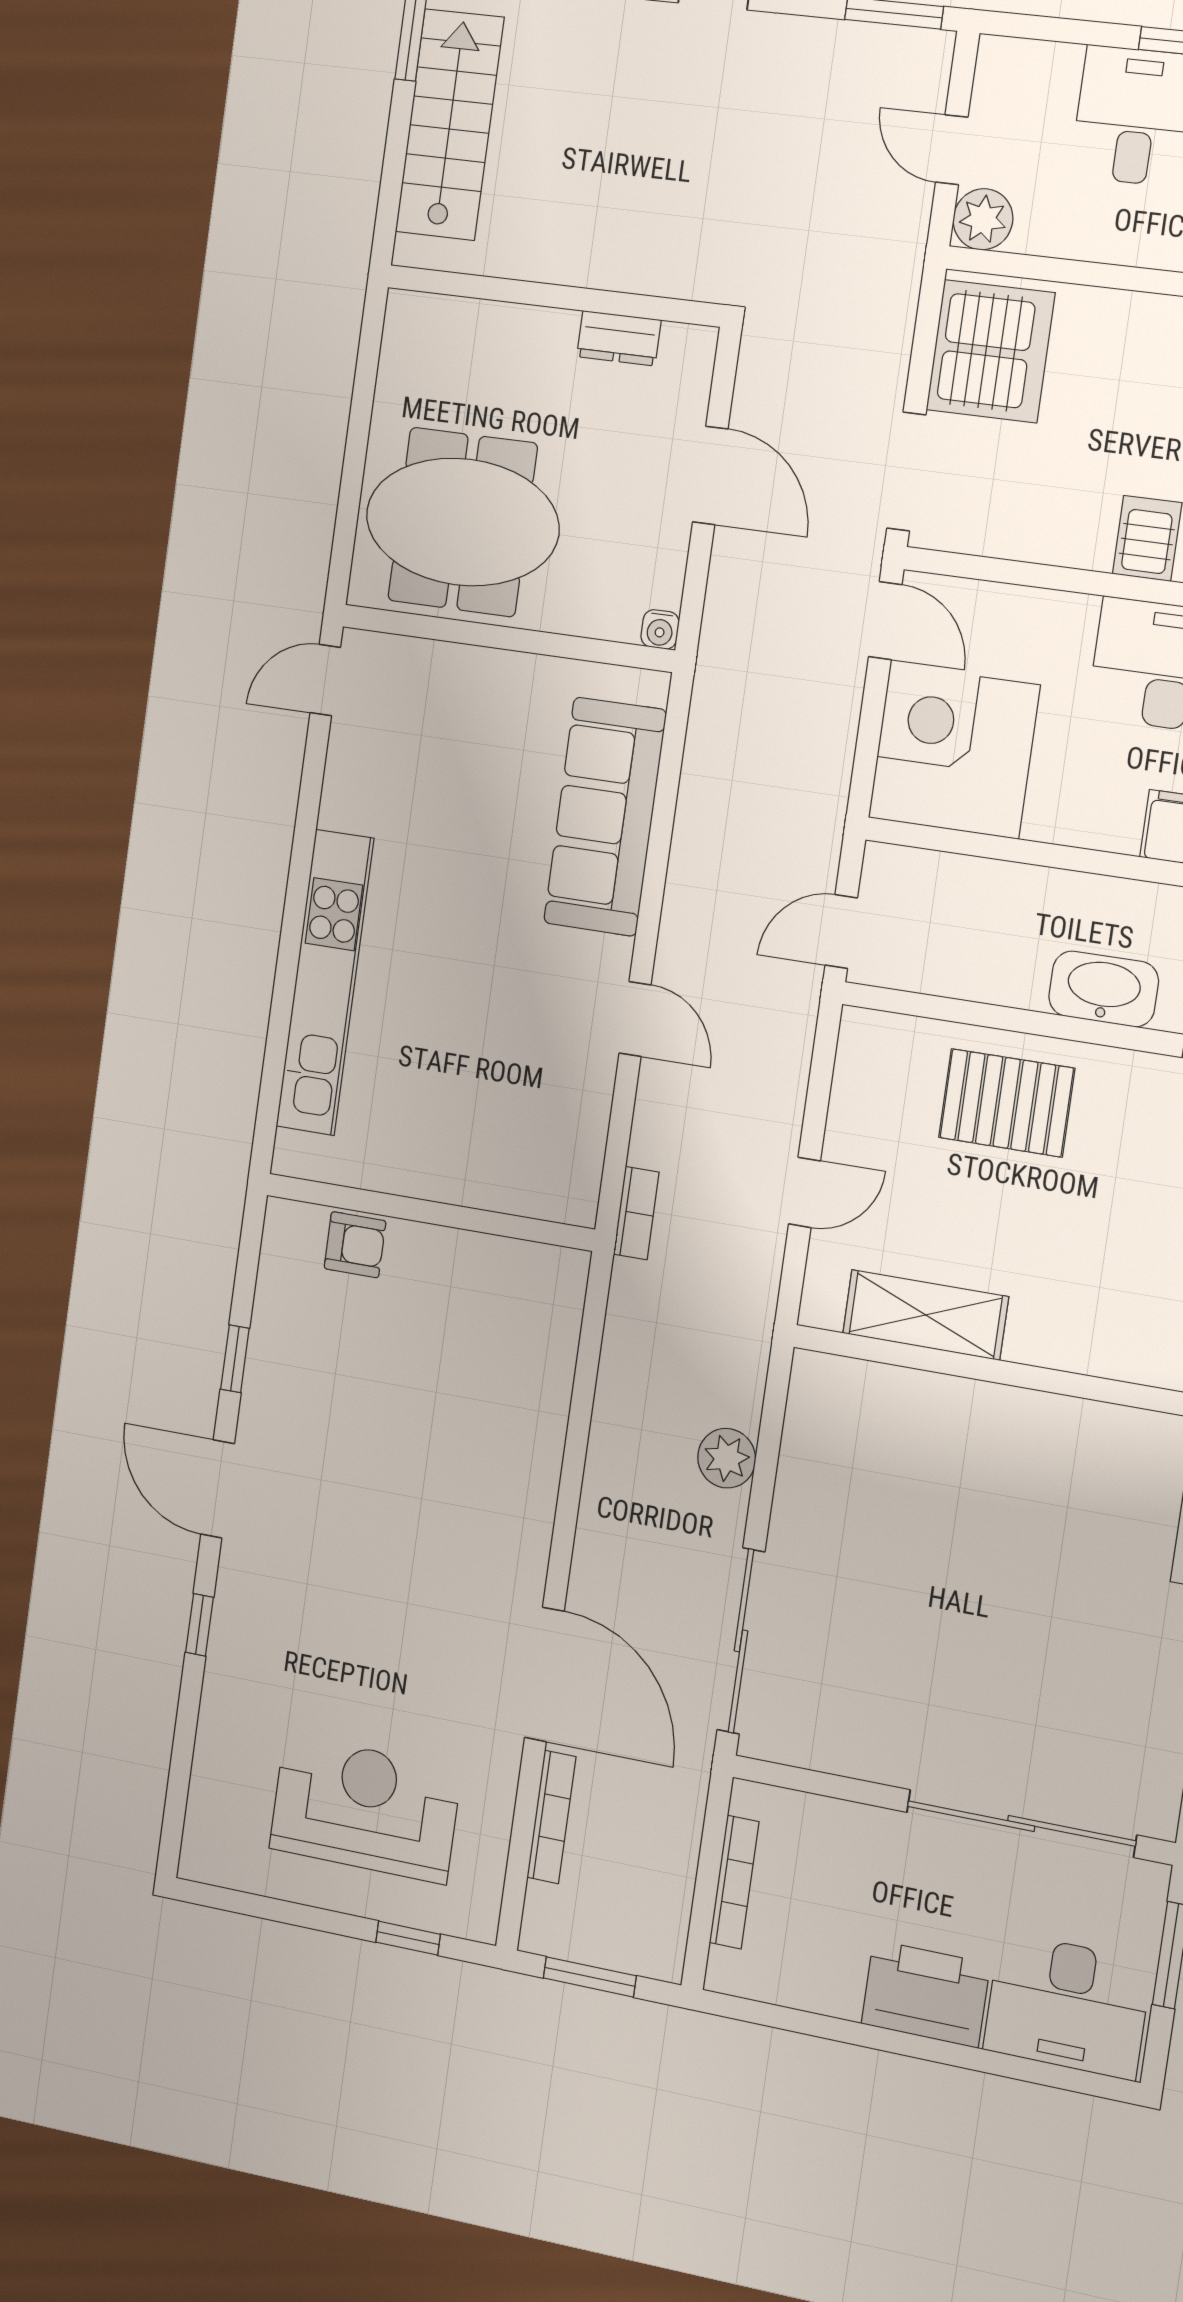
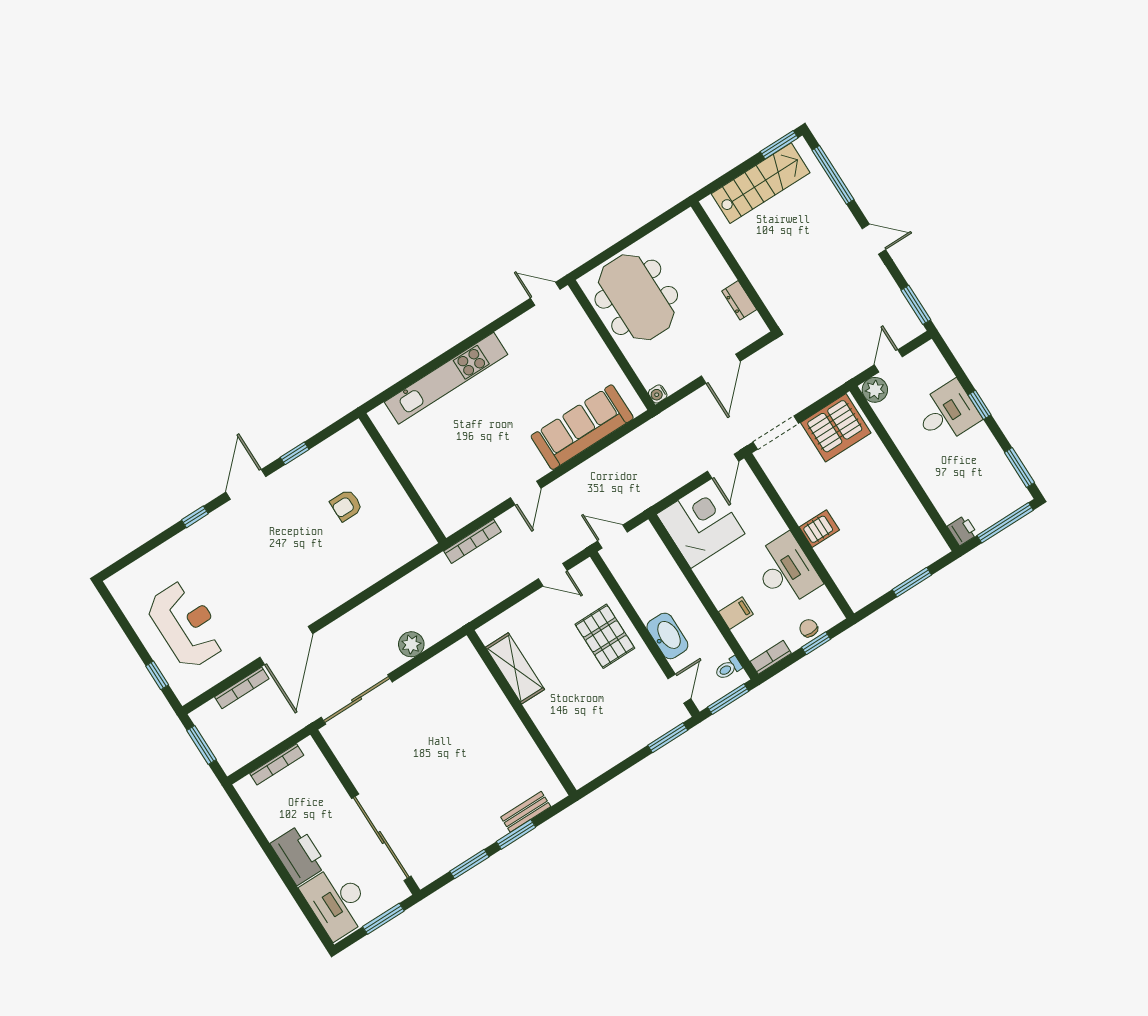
door: (804, 1192) -> (553, 575), moved
bookcase: (636, 1213) -> (472, 541), width x1.56
armchair: (355, 1245) -> (346, 505), moved, turned 90

